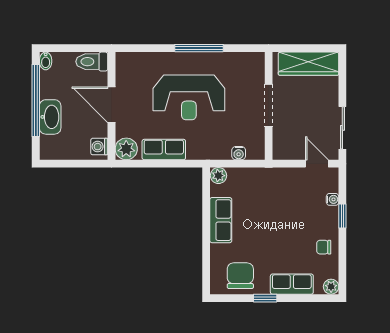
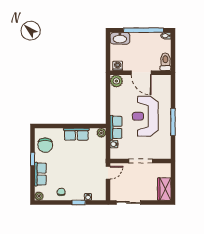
wardrobe: (308, 64) -> (164, 189), width x0.67
door: (111, 105) -> (141, 73), swing flipped
washbasin: (50, 117) -> (120, 38), moved
row of seats: (164, 150) -> (116, 127), moved
door: (317, 164) -> (108, 173), moved
chair: (240, 276) -> (45, 145), turned 90

